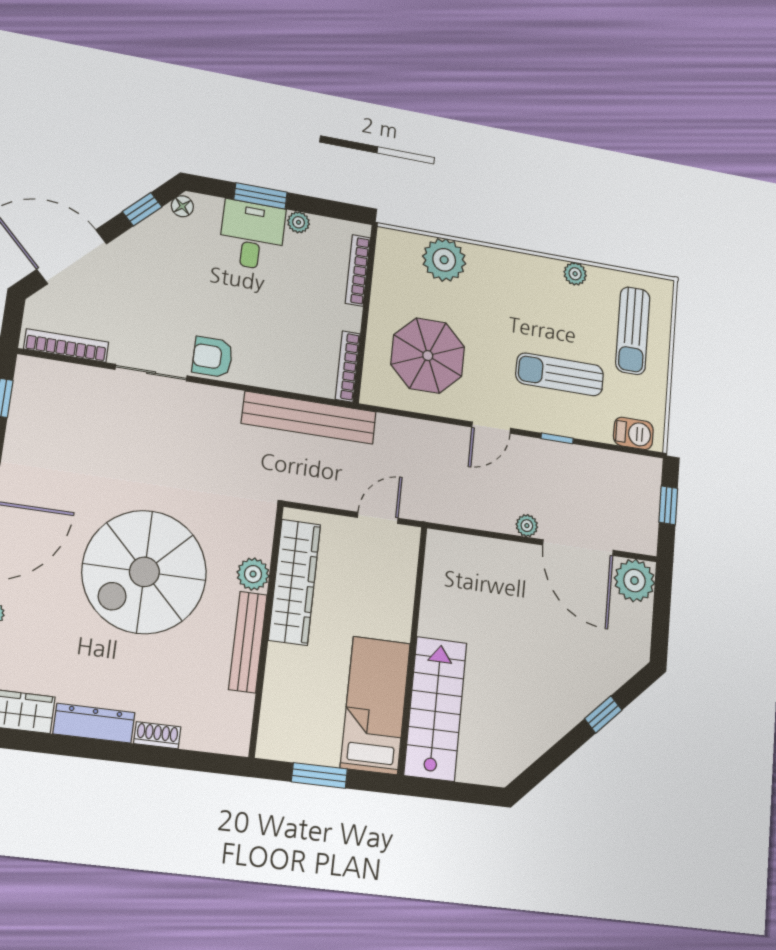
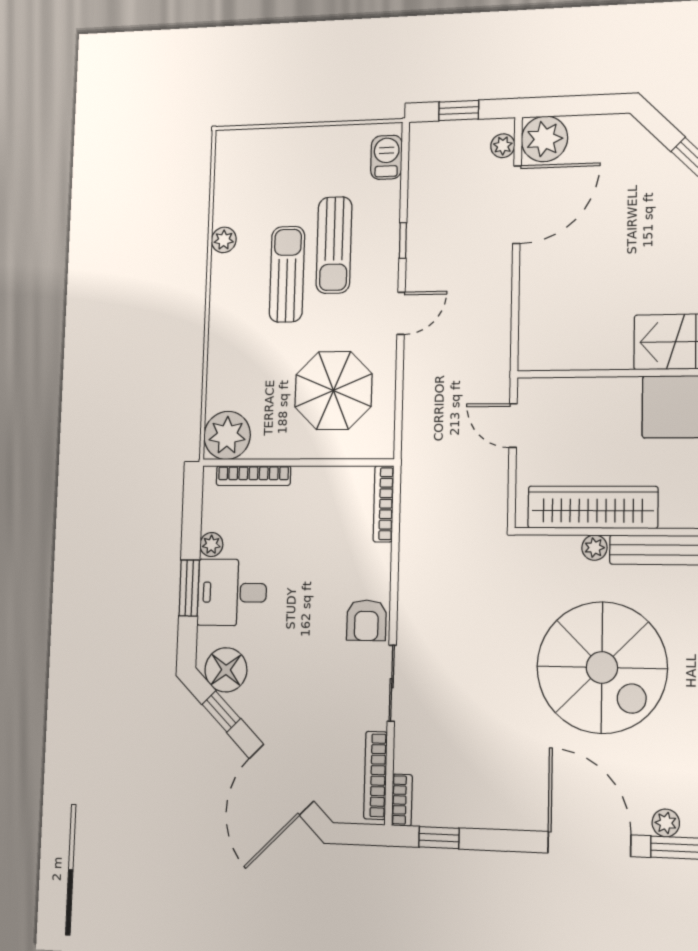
floor lamp: (182, 206) -> (226, 670), width x1.89, depth x1.89
plant: (444, 260) -> (227, 435), moved
sun lounger: (633, 331) -> (287, 274), moved, turned -90
bookcase: (348, 366) -> (384, 504), moved, turned 90
bookcase: (40, 367) -> (402, 800), added
bench: (309, 418) -> (417, 511), removed
door: (491, 428) -> (401, 313), hinge flipped
plant: (527, 526) -> (503, 146), moved
plant: (253, 574) -> (594, 548), width x0.73, depth x0.73

